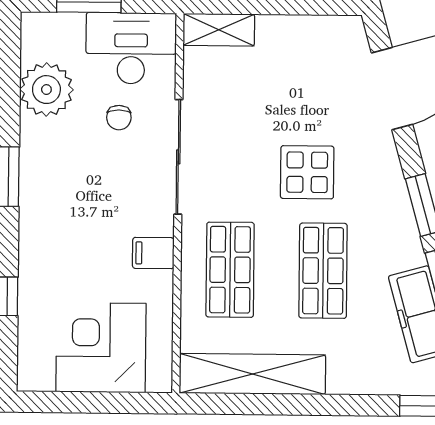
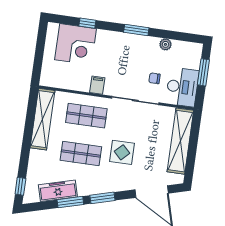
shelving: (219, 30) -> (180, 141), width x2.20, depth x1.33
plant: (46, 90) -> (165, 44), width x0.53, depth x0.53
corner desk: (101, 348) -> (76, 44), moved, turned 90

